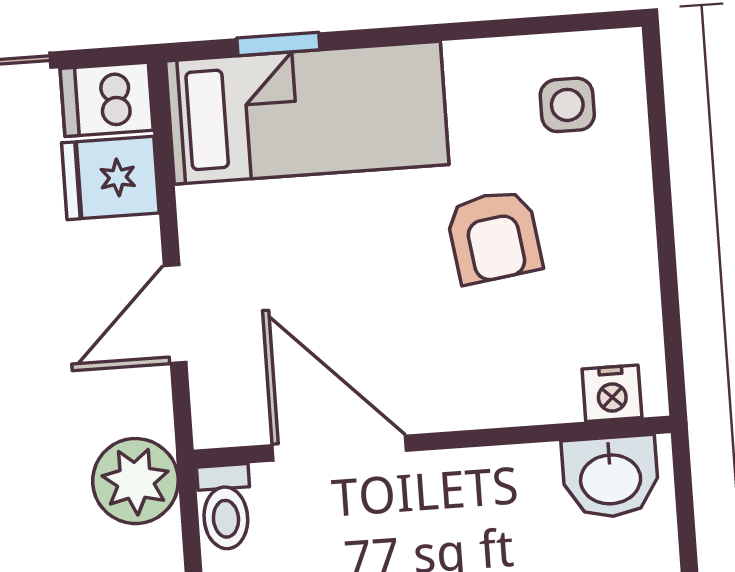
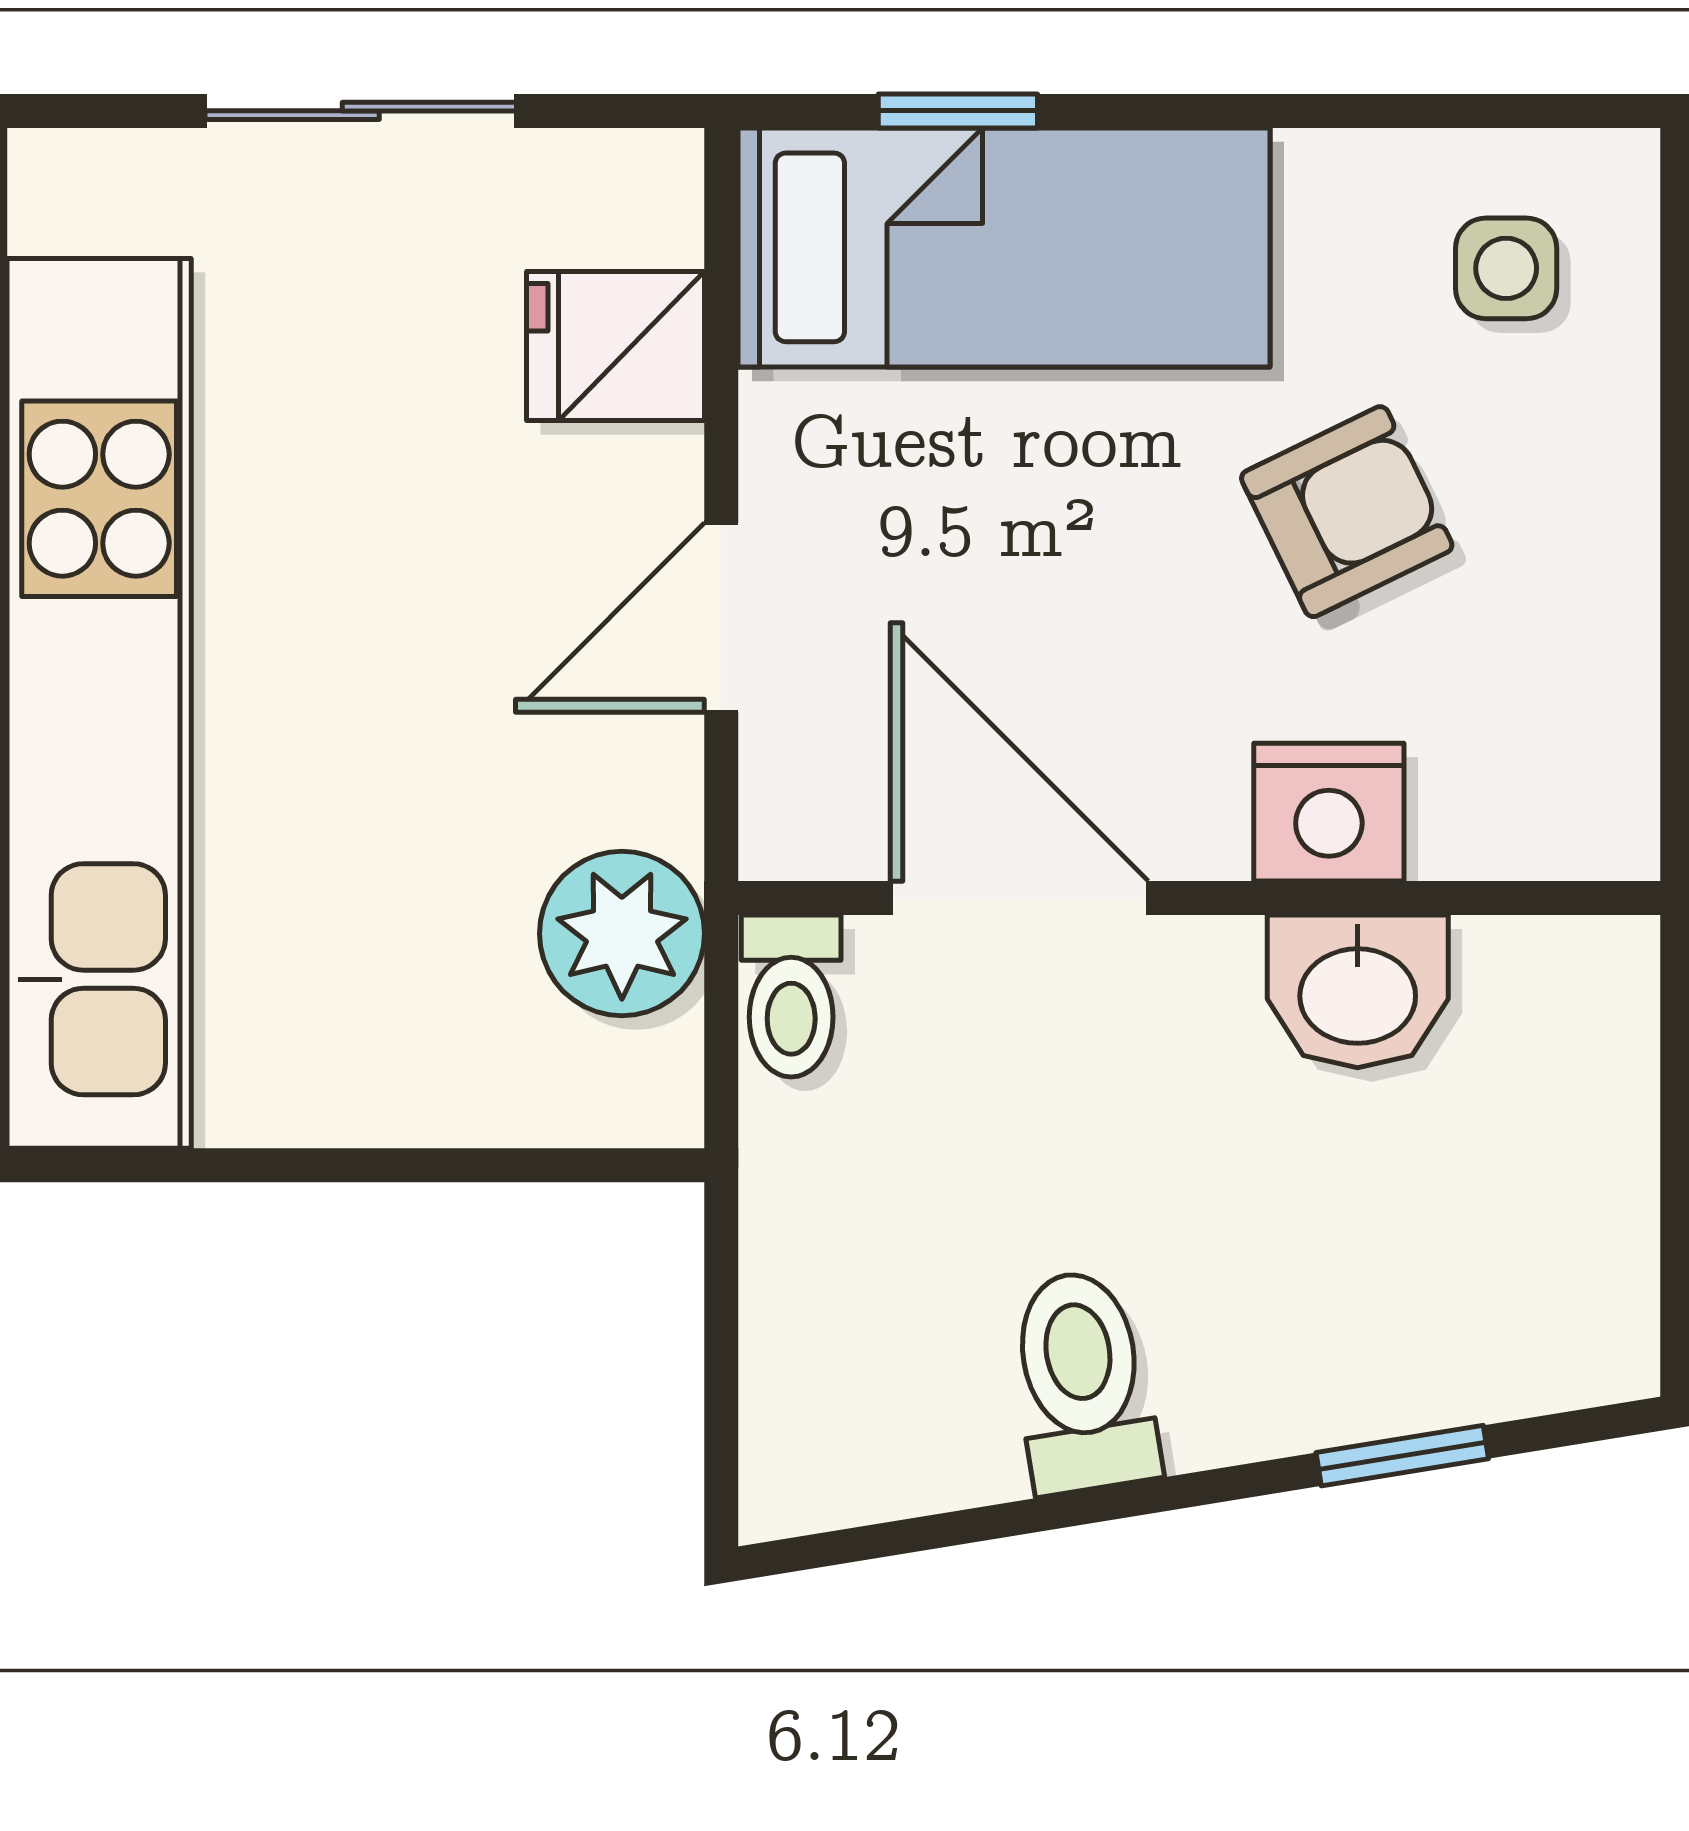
dishwasher: (107, 99) -> (619, 194), removed
armchair: (494, 236) -> (1347, 512), turned -108
nightstand: (612, 393) -> (1329, 812), moved, width x1.39, depth x1.35
washbasin: (610, 477) -> (1358, 991), moved

